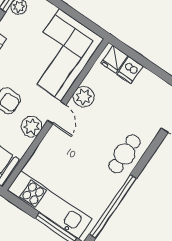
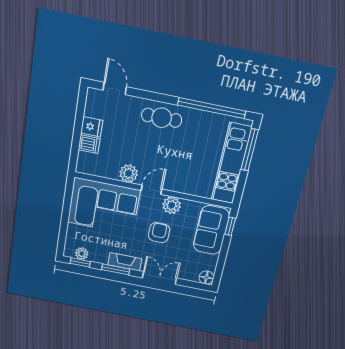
fridge: (114, 59) -> (92, 127), moved

